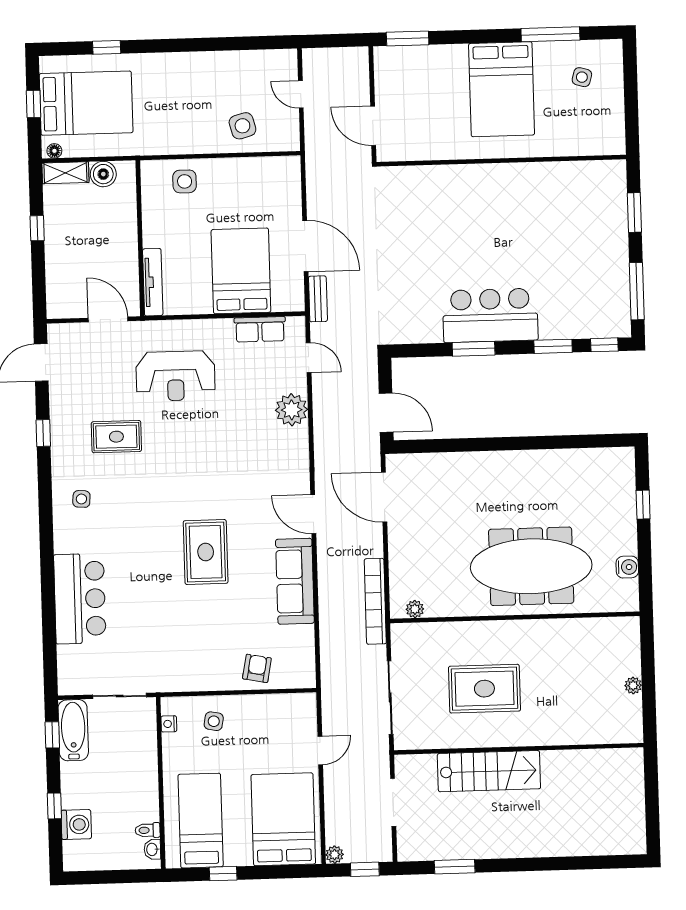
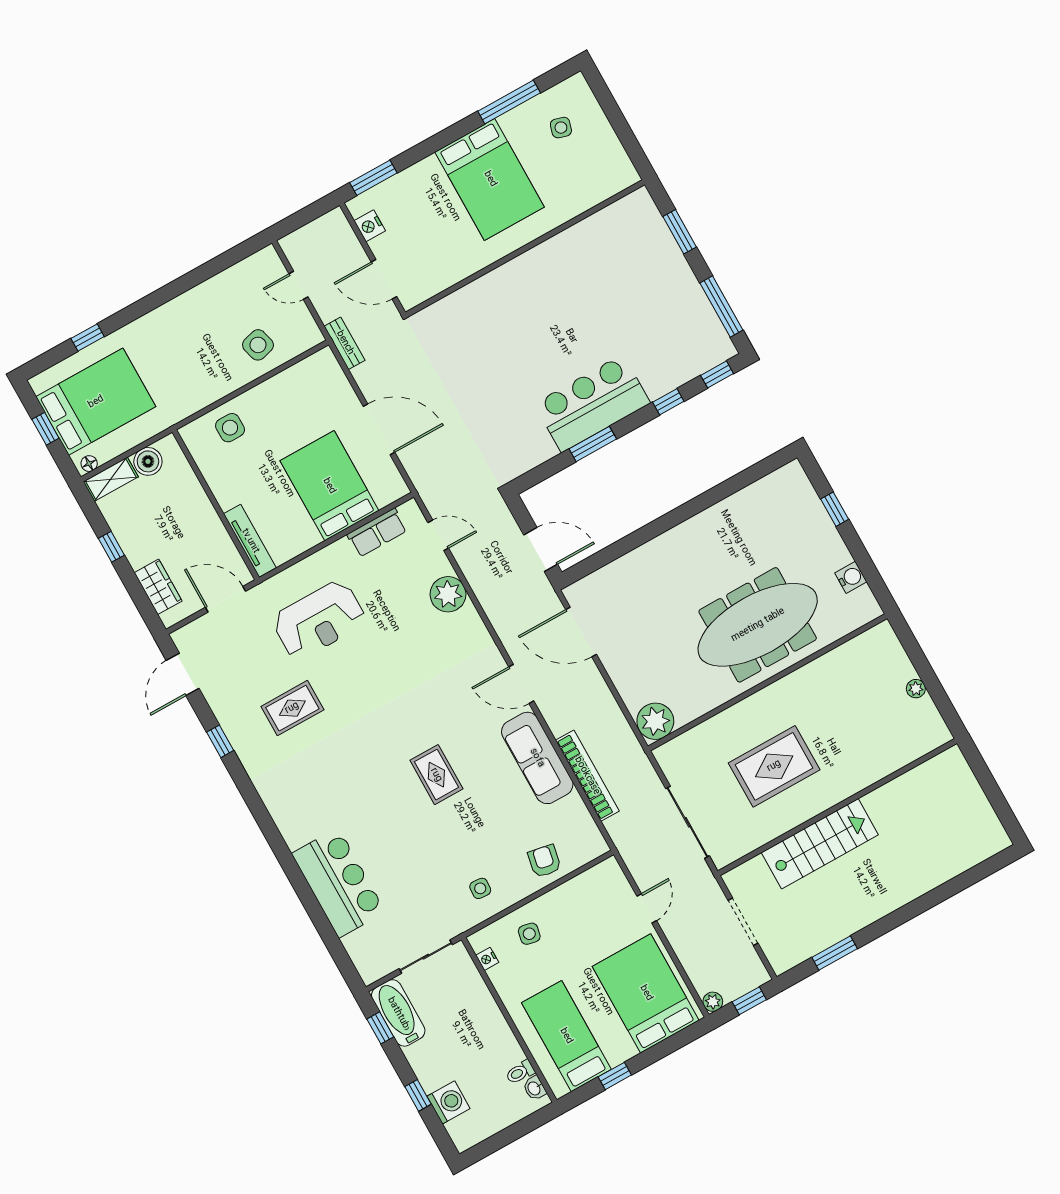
nightstand: (384, 76) -> (370, 226), added
wardrobe: (58, 281) -> (158, 587), added
bench: (318, 299) -> (345, 343), moved
window: (553, 346) -> (668, 402), width x0.67
side table: (81, 499) -> (480, 888), moved
rug: (206, 552) -> (436, 775), width x0.73, depth x0.70
bookcase: (375, 601) -> (587, 776), moved, turned 180
plant: (415, 609) -> (655, 721), width x1.88, depth x1.88

